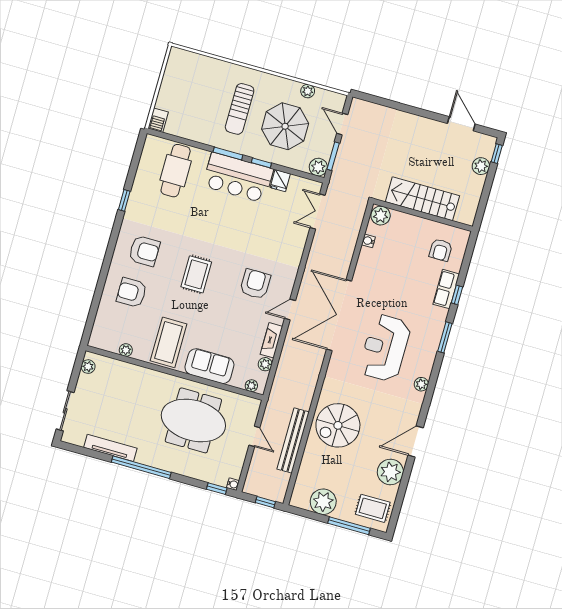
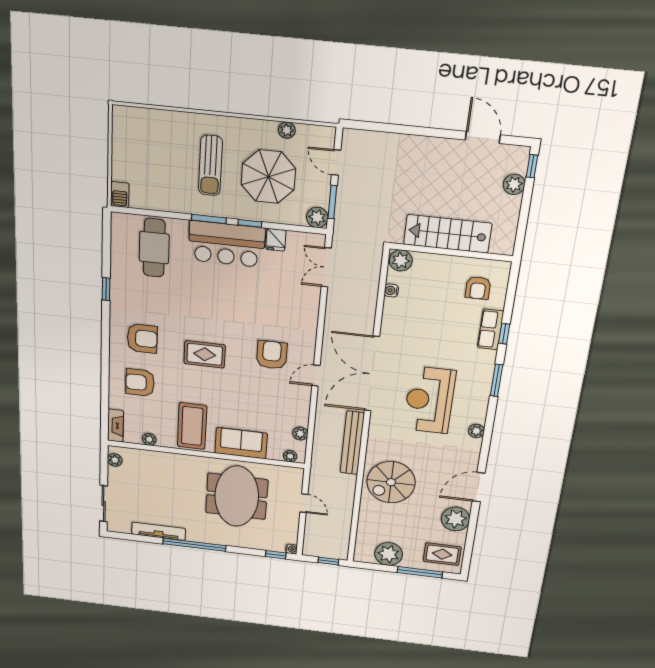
rug: (196, 274) -> (205, 354), turned 90
fireplace: (272, 340) -> (116, 426), moved, turned 180
meeting table: (193, 420) -> (237, 496), turned 90
bench: (293, 440) -> (352, 443), moved

